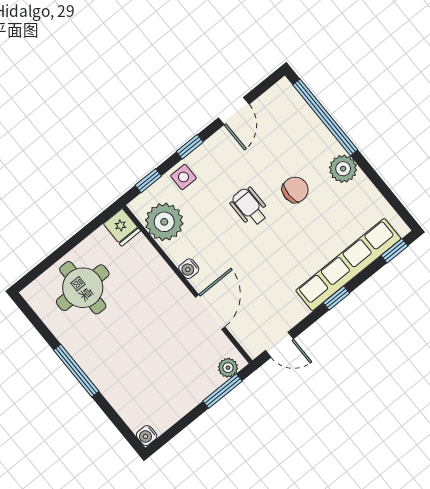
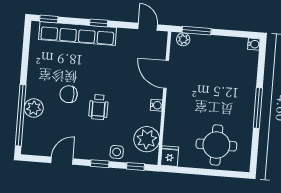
plant: (343, 169) -> (34, 108), moved
door: (210, 312) -> (166, 74), hinge flipped

